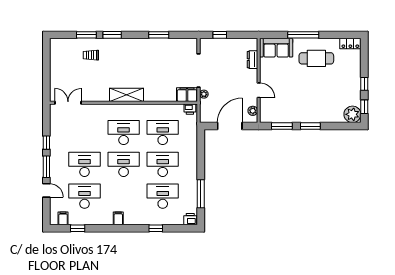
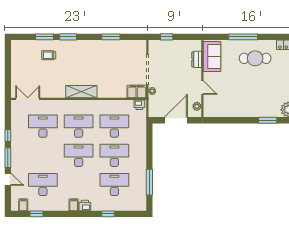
sofa: (276, 48) -> (212, 56), moved, turned -90
window: (282, 126) -> (224, 120), removed
window: (310, 126) -> (268, 120), moved
desk: (85, 164) -> (43, 126), moved
printer: (190, 219) -> (85, 206), moved

